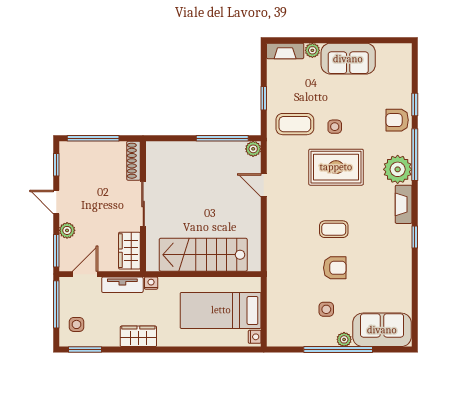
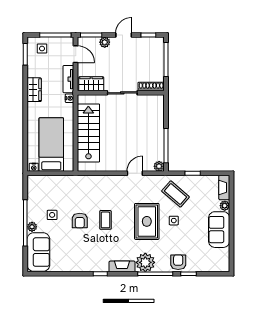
coffee table: (295, 124) -> (175, 194), turned -49

